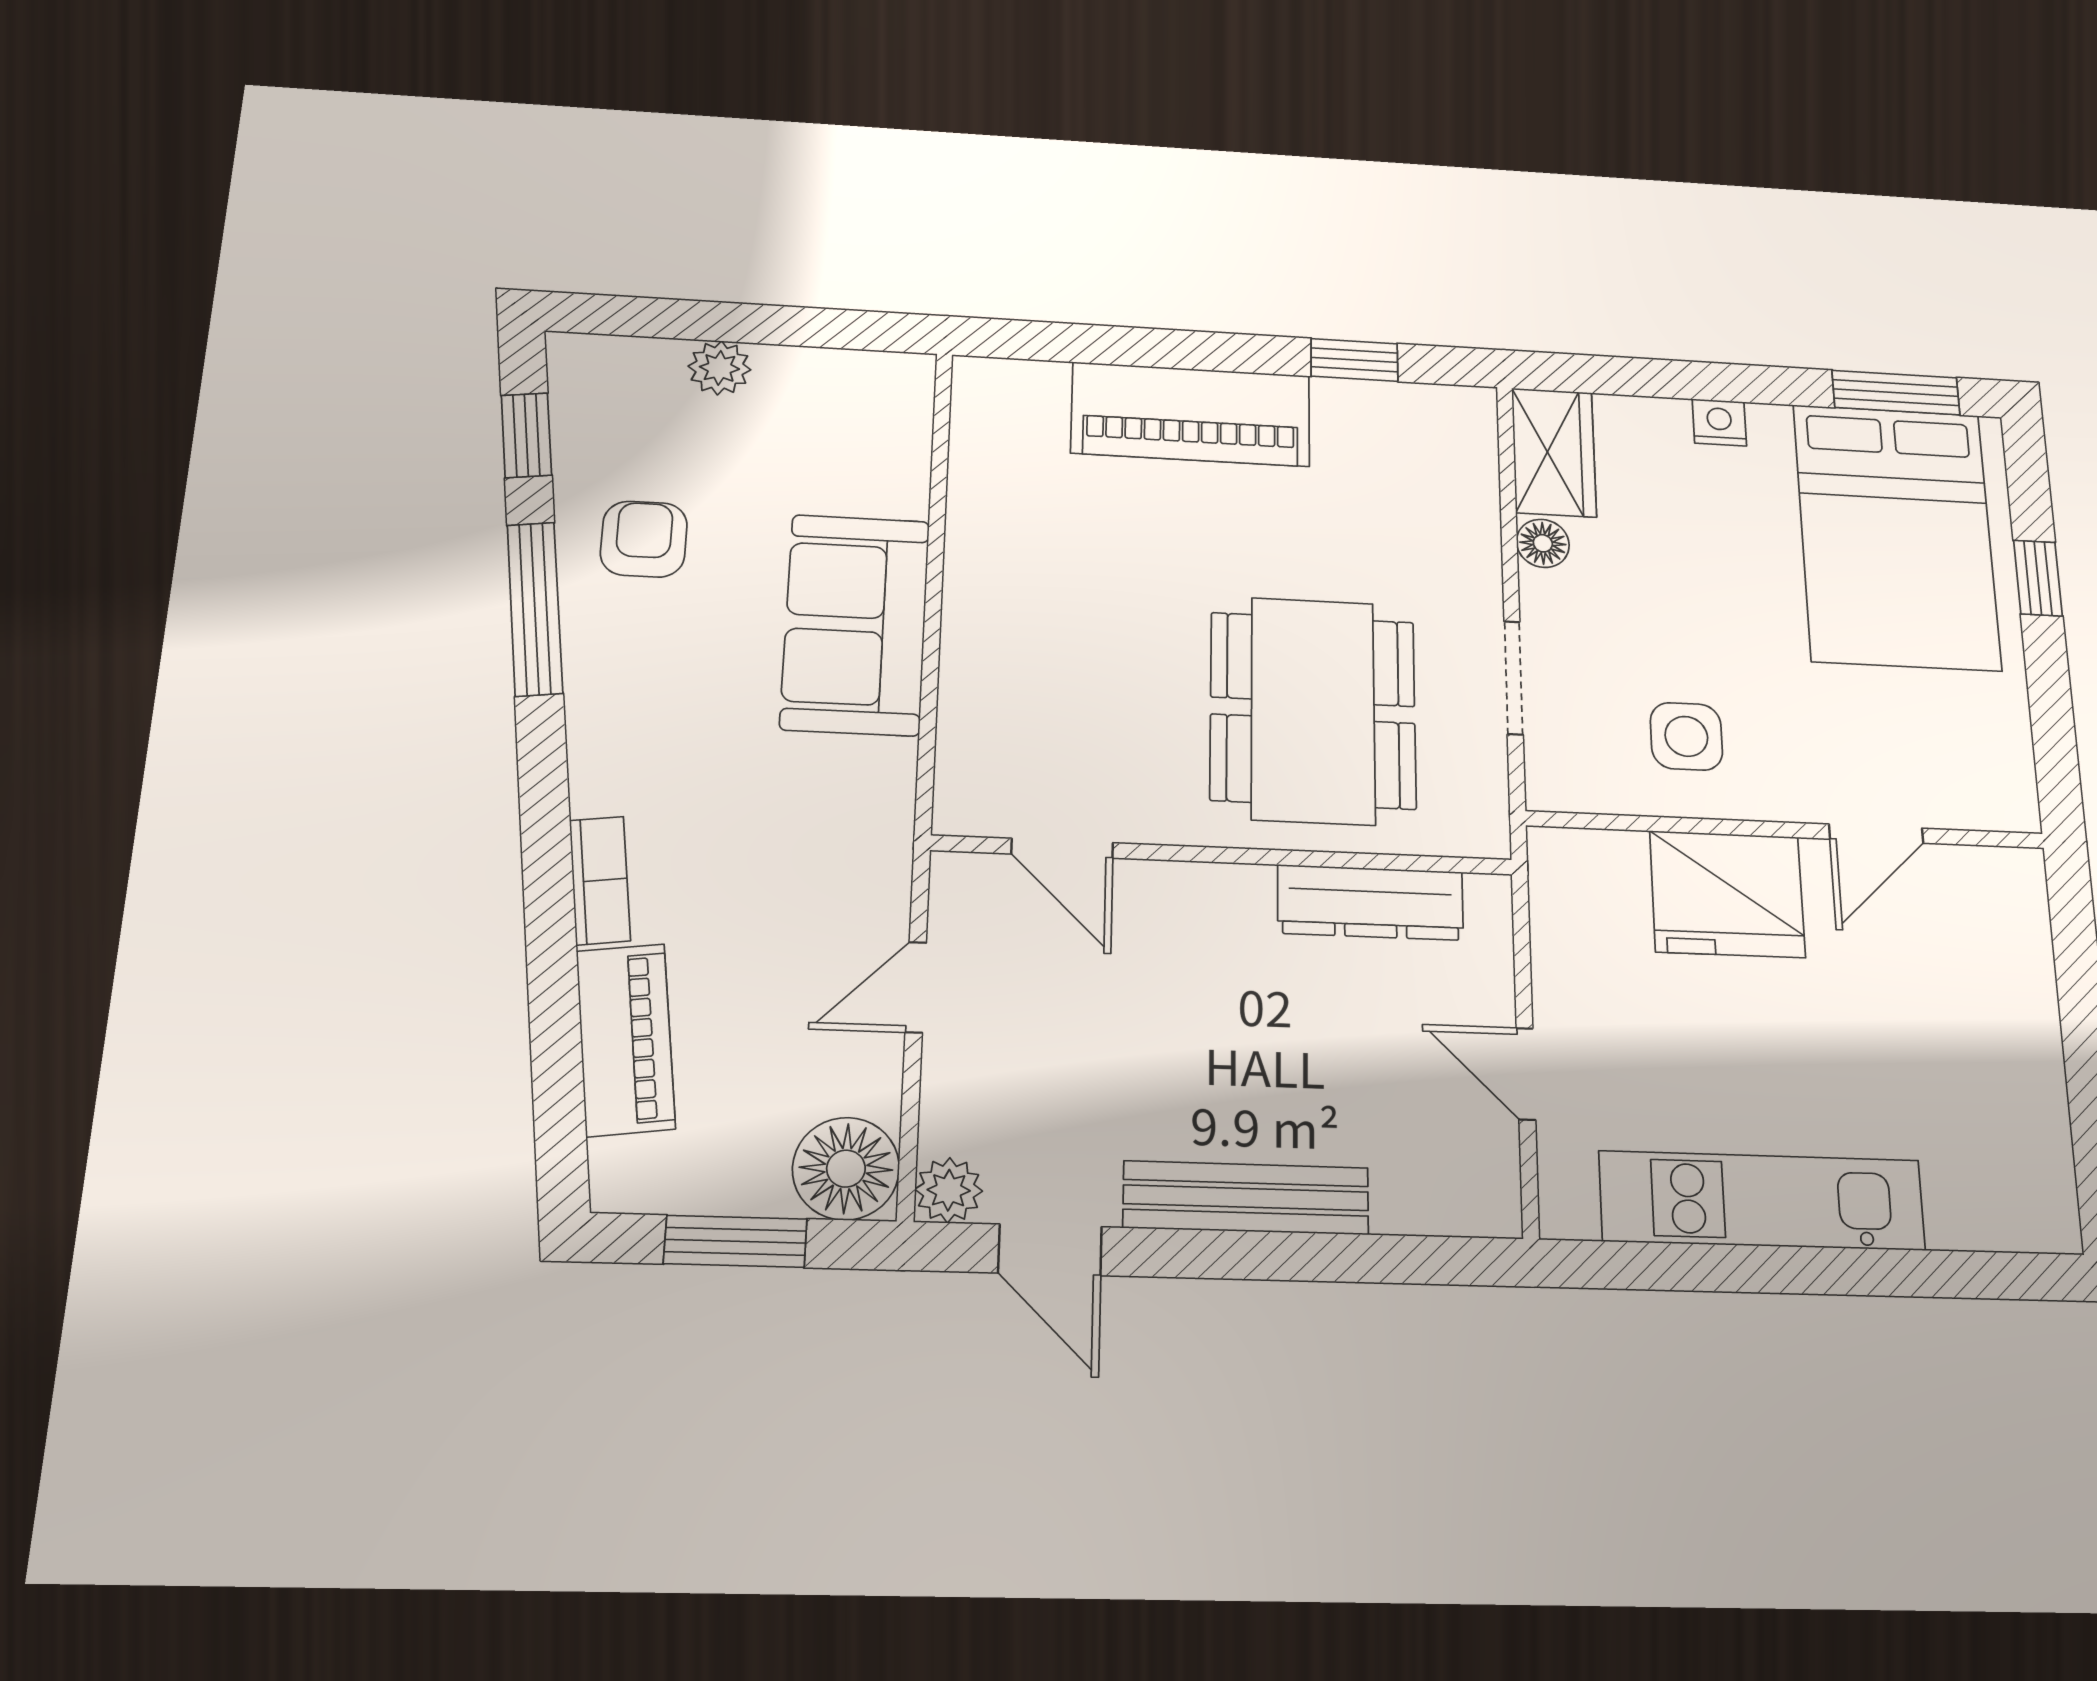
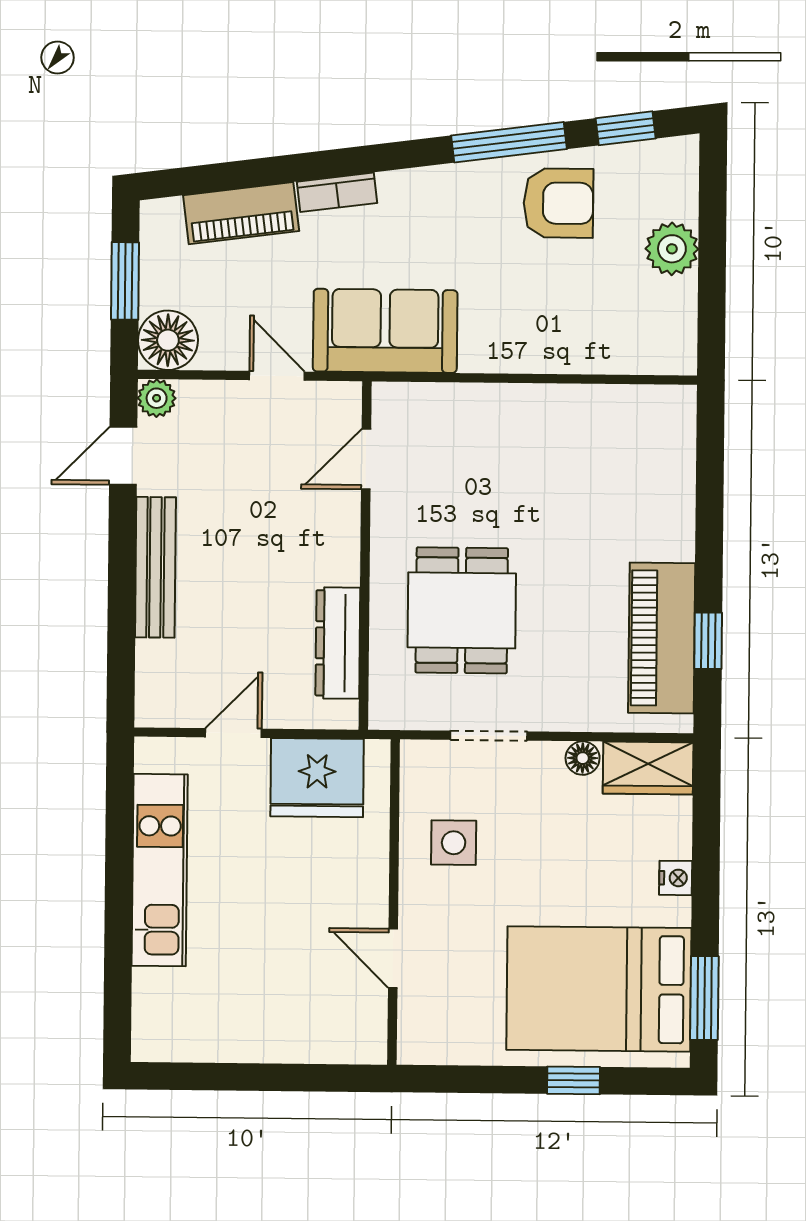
plant: (719, 368) -> (672, 249), width x1.38, depth x1.38
piano: (1191, 414) -> (662, 638), moved
armchair: (644, 539) -> (558, 203), width x1.38, depth x1.38
sofa: (855, 624) -> (385, 331), moved
dining table: (1313, 710) -> (462, 610), width x0.73
fridge: (1727, 894) -> (317, 778), moved, turned -90

